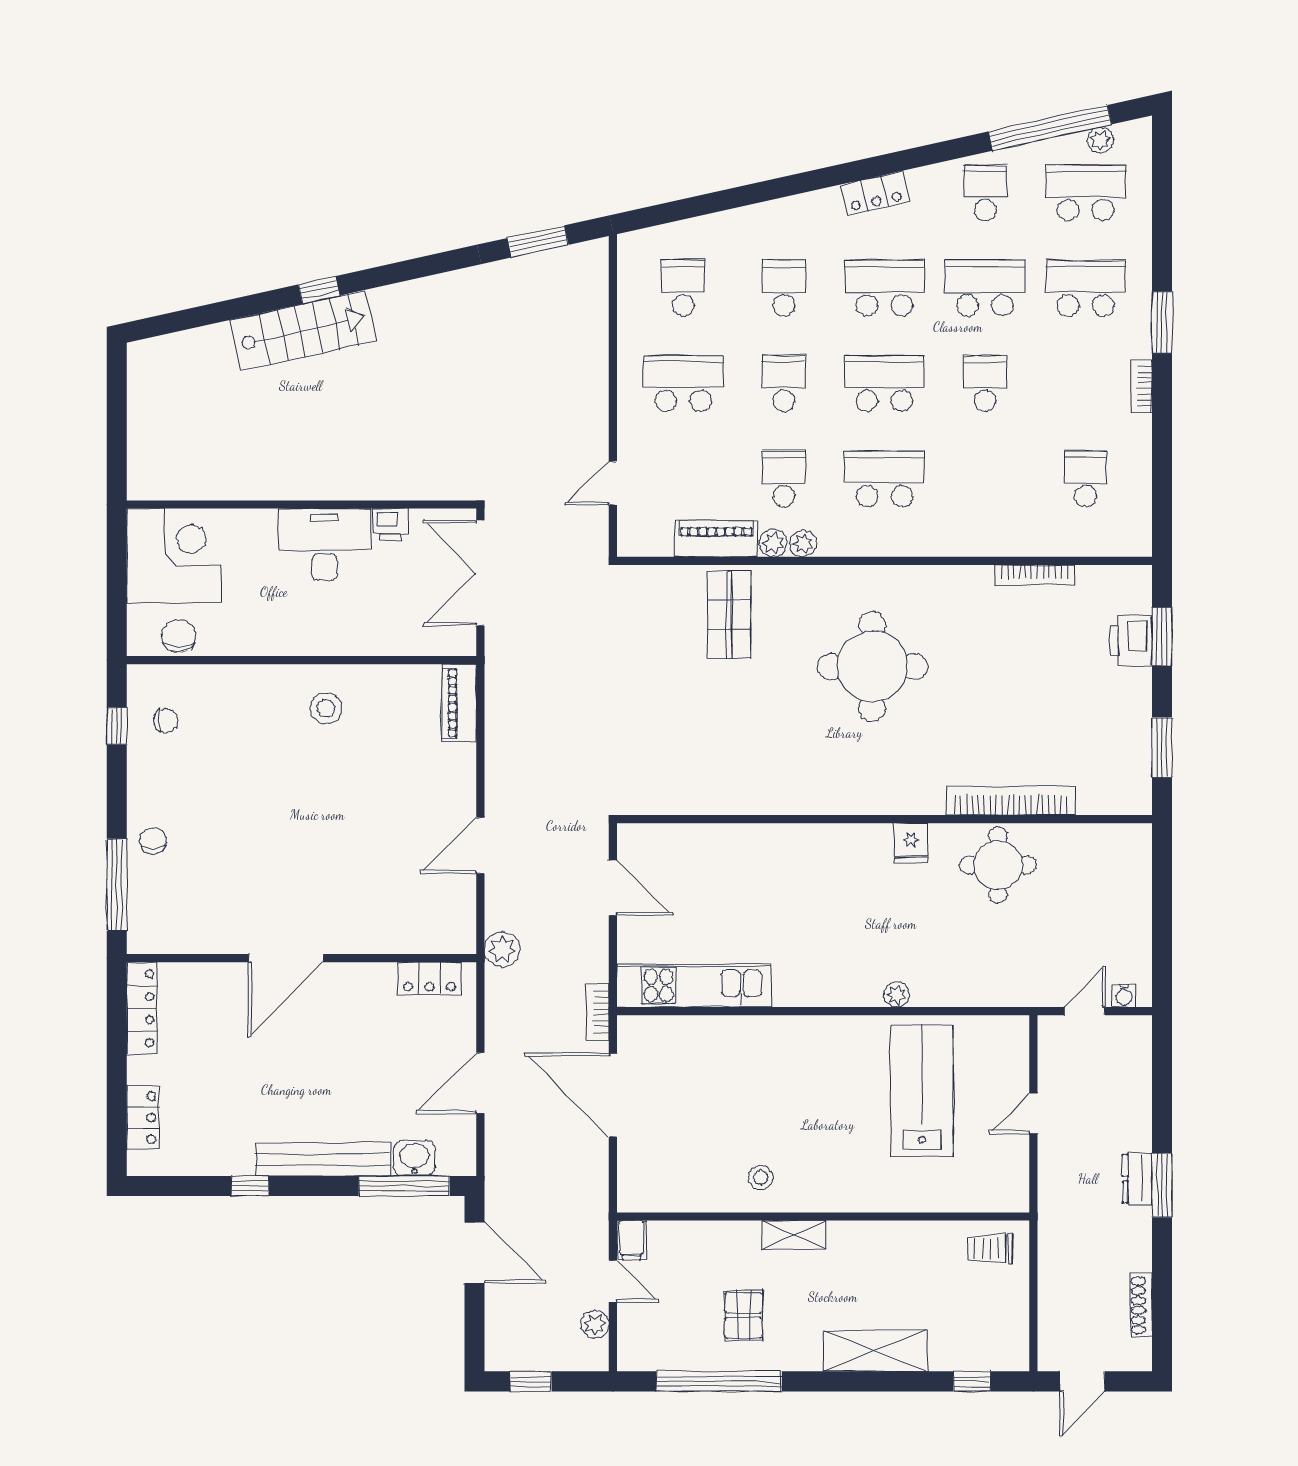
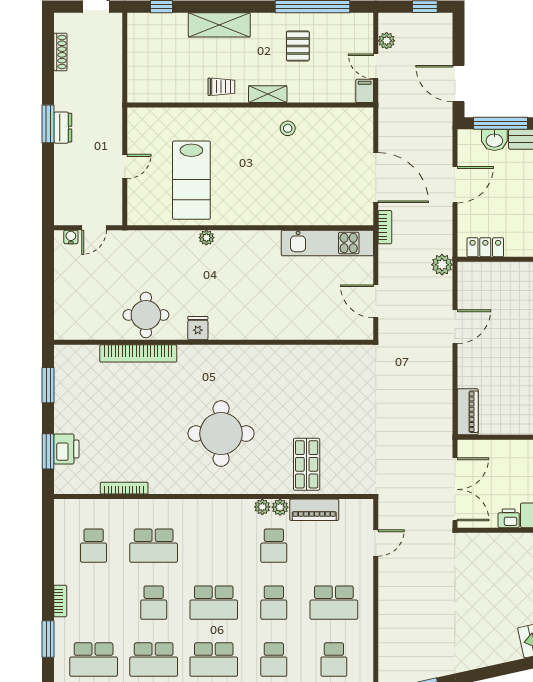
school desk: (884, 479) -> (154, 546), moved
trolley: (990, 1248) -> (221, 87), moved

